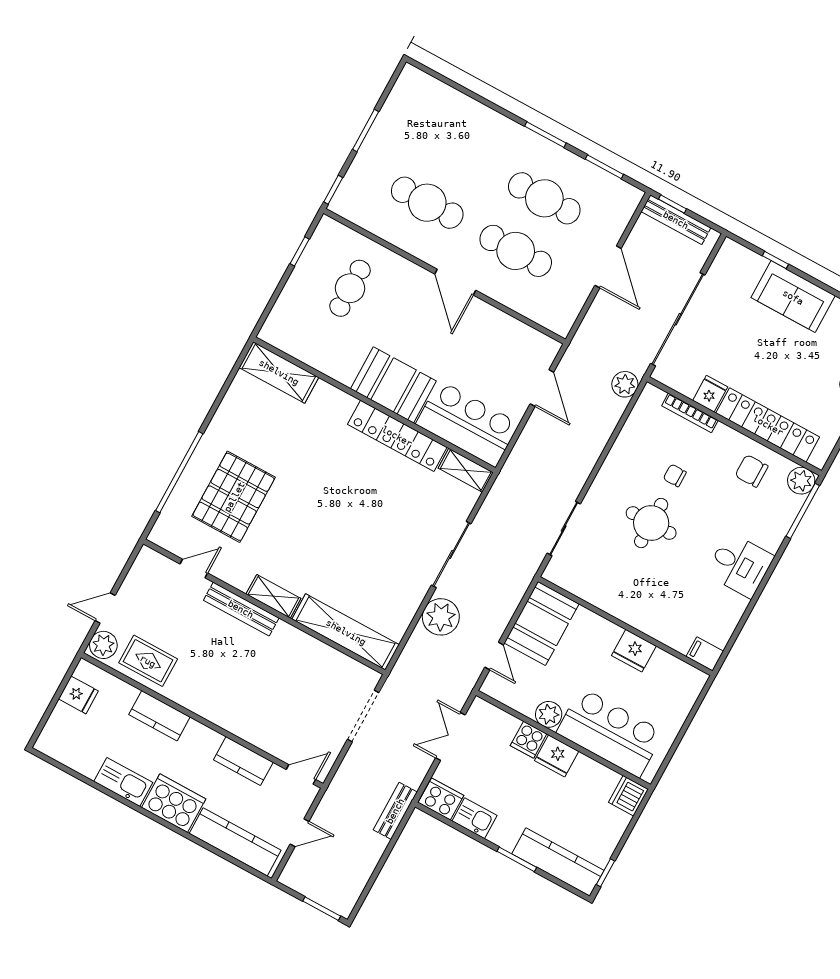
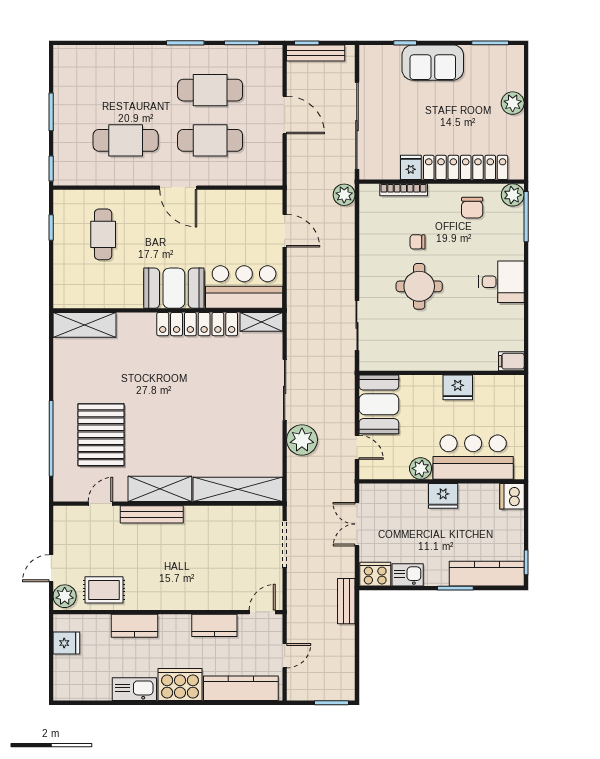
chair: (752, 471) -> (472, 208), turned -90
shelving: (273, 596) -> (160, 489), width x1.50, depth x1.33
cooker: (529, 740) -> (416, 495), removed

